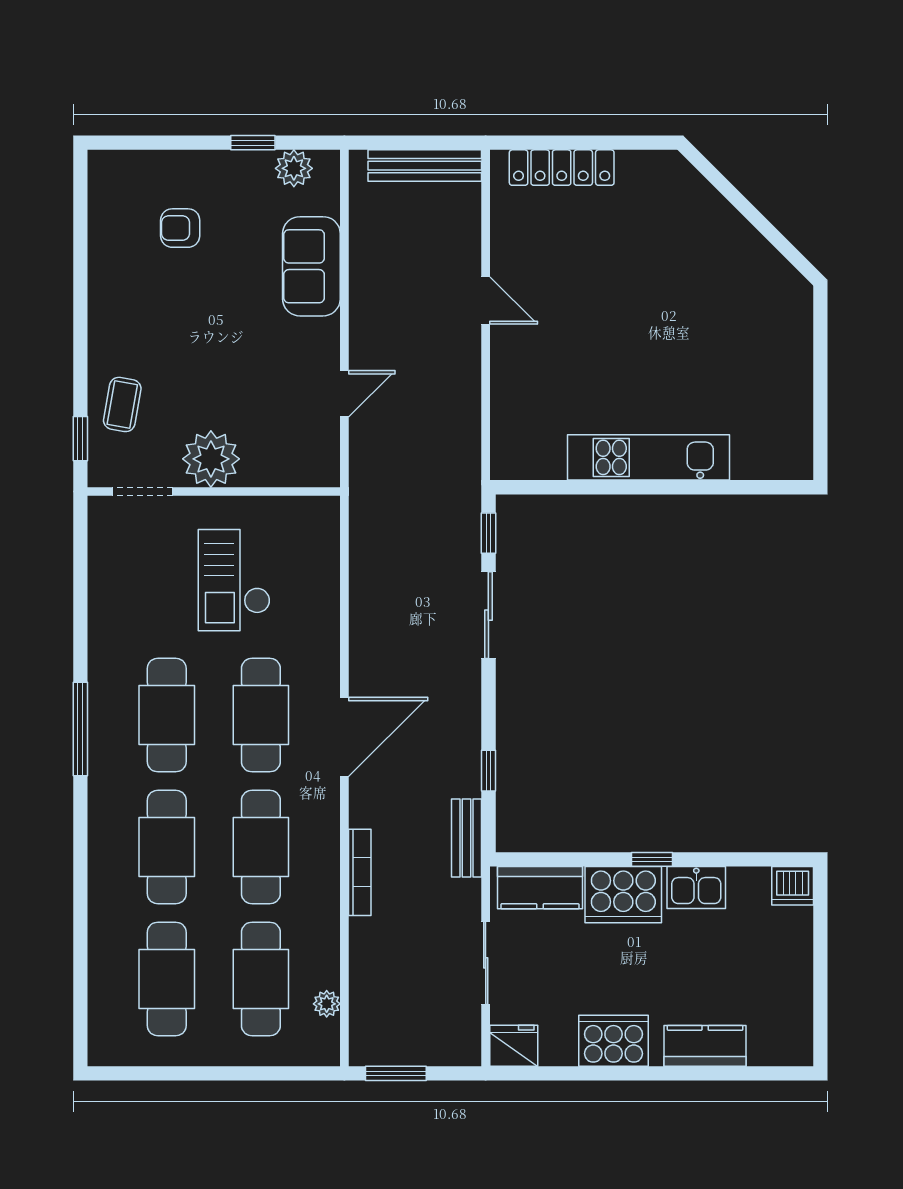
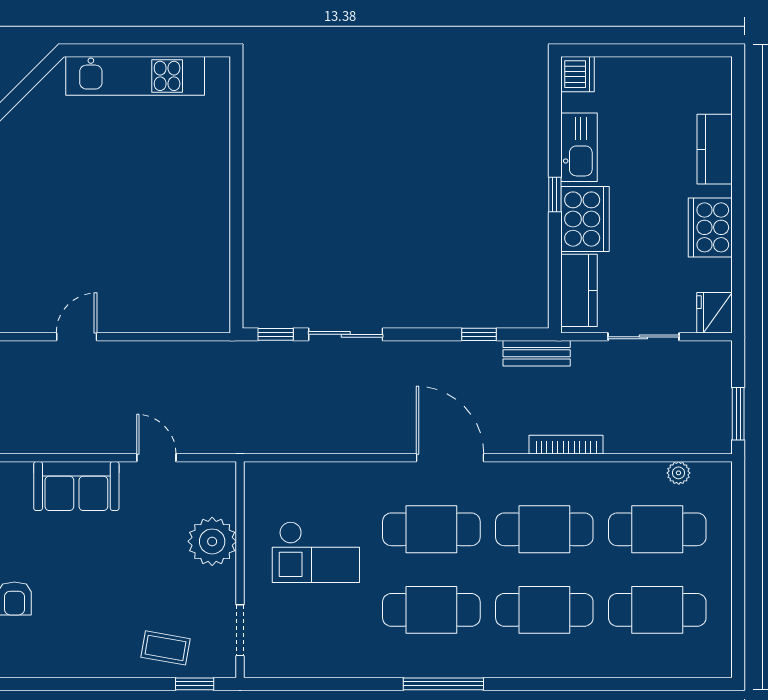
sofa: (311, 266) -> (76, 486), moved
kitchen unit: (648, 457) -> (135, 76), moved, turned -90
plant: (211, 459) -> (212, 541), moved
kitchen sink: (696, 888) -> (579, 147), width x1.38

